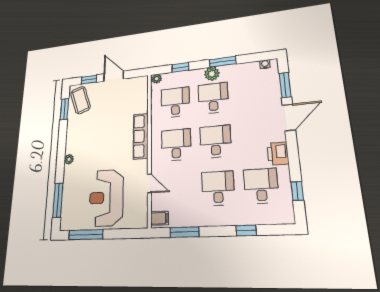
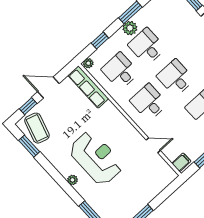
coffee table: (81, 100) -> (37, 128), turned 36
row of seats: (141, 136) -> (88, 87), moved
reception desk: (106, 198) -> (96, 158), moved, turned 180

